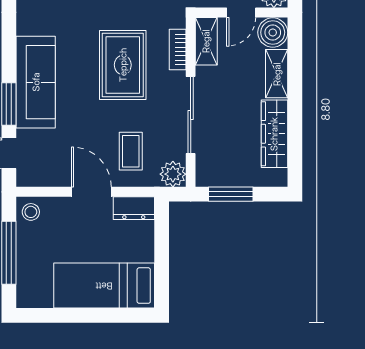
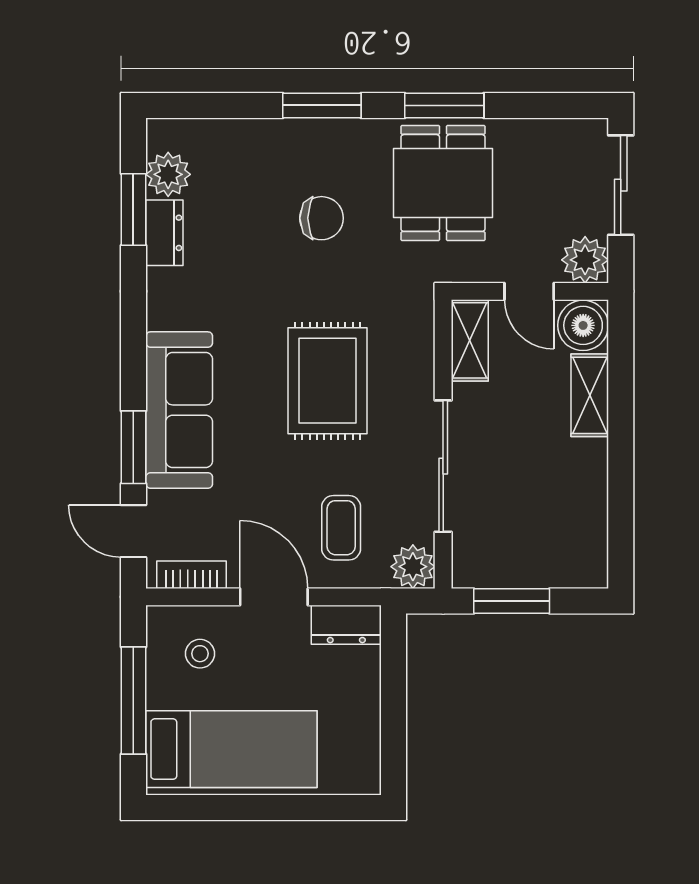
door: (241, 12) -> (529, 291), hinge flipped
bookcase: (178, 49) -> (192, 575), moved, turned 90
wardrobe: (274, 134) -> (586, 498), removed
stool: (31, 212) -> (200, 654), moved
bed: (104, 286) -> (231, 749), moved, turned 180

